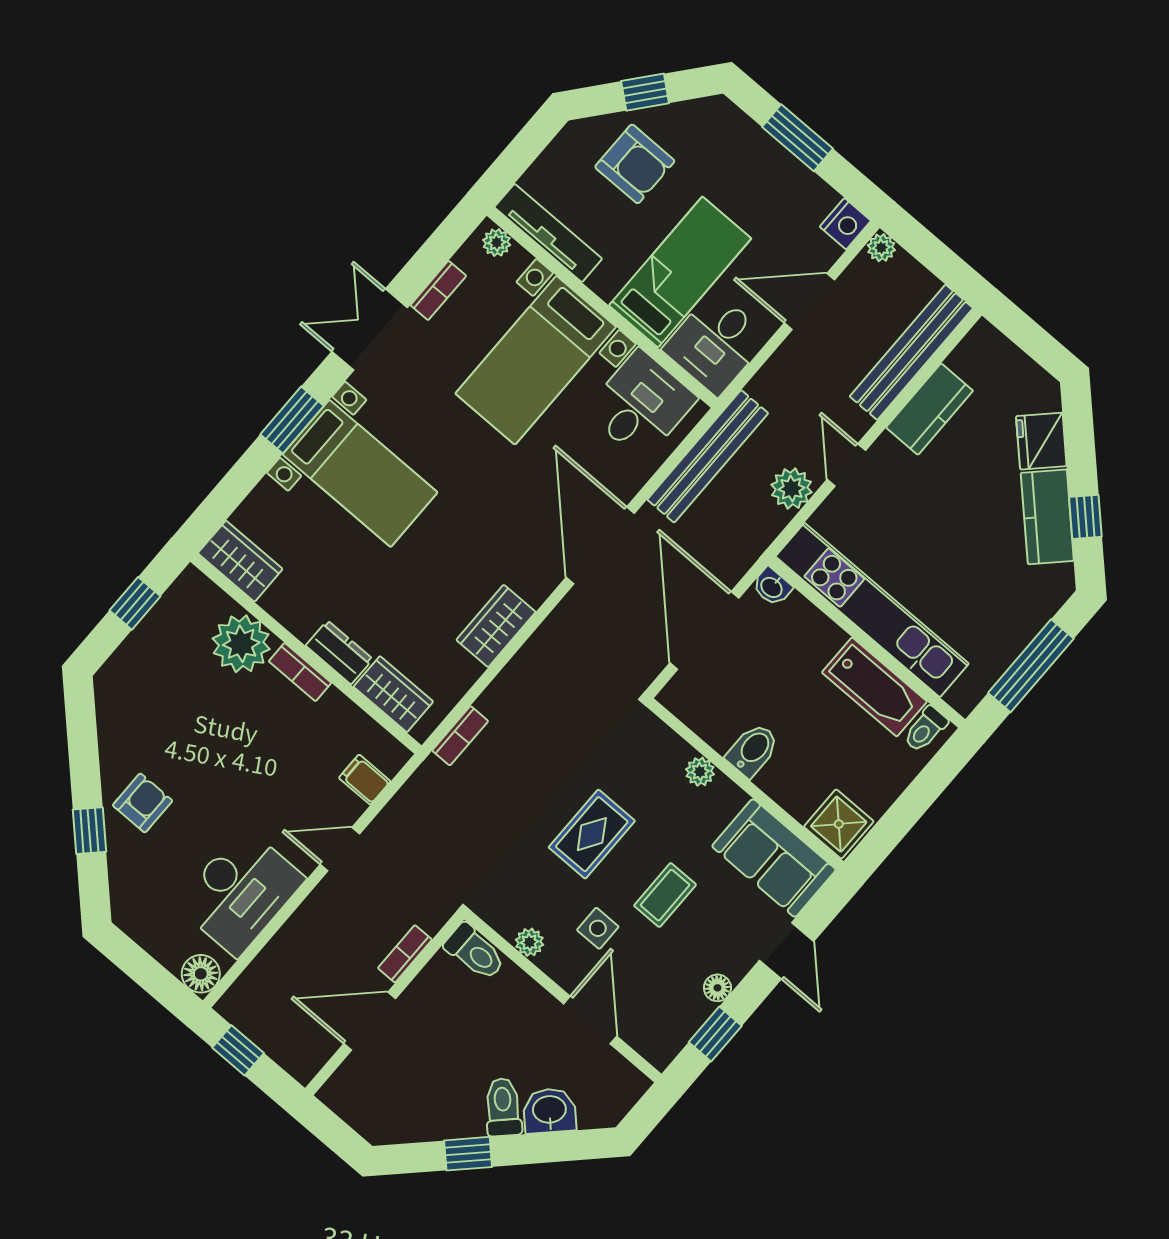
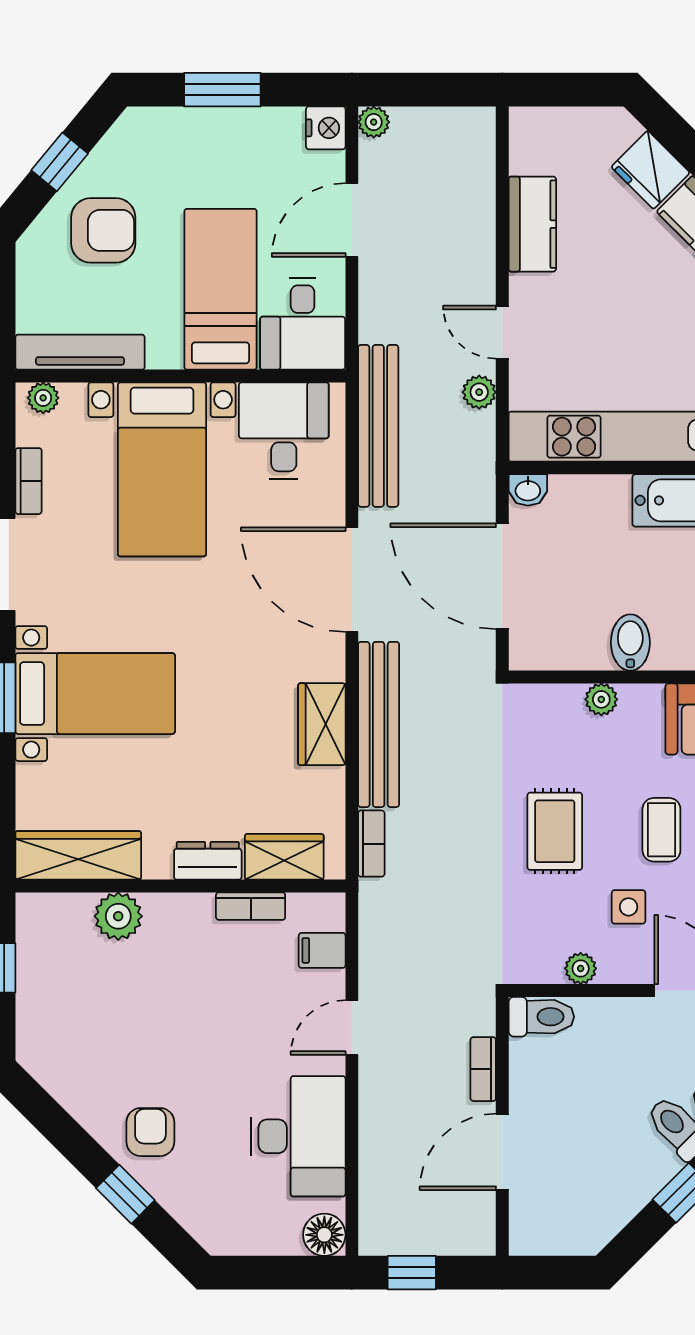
bench: (911, 352) -> (379, 724), moved
plant: (792, 489) -> (479, 392), width x0.73, depth x0.73
wardrobe: (240, 561) -> (78, 855), width x1.50
plant: (241, 644) -> (118, 916), width x0.73, depth x0.73
bookcase: (300, 672) -> (251, 906), moved

